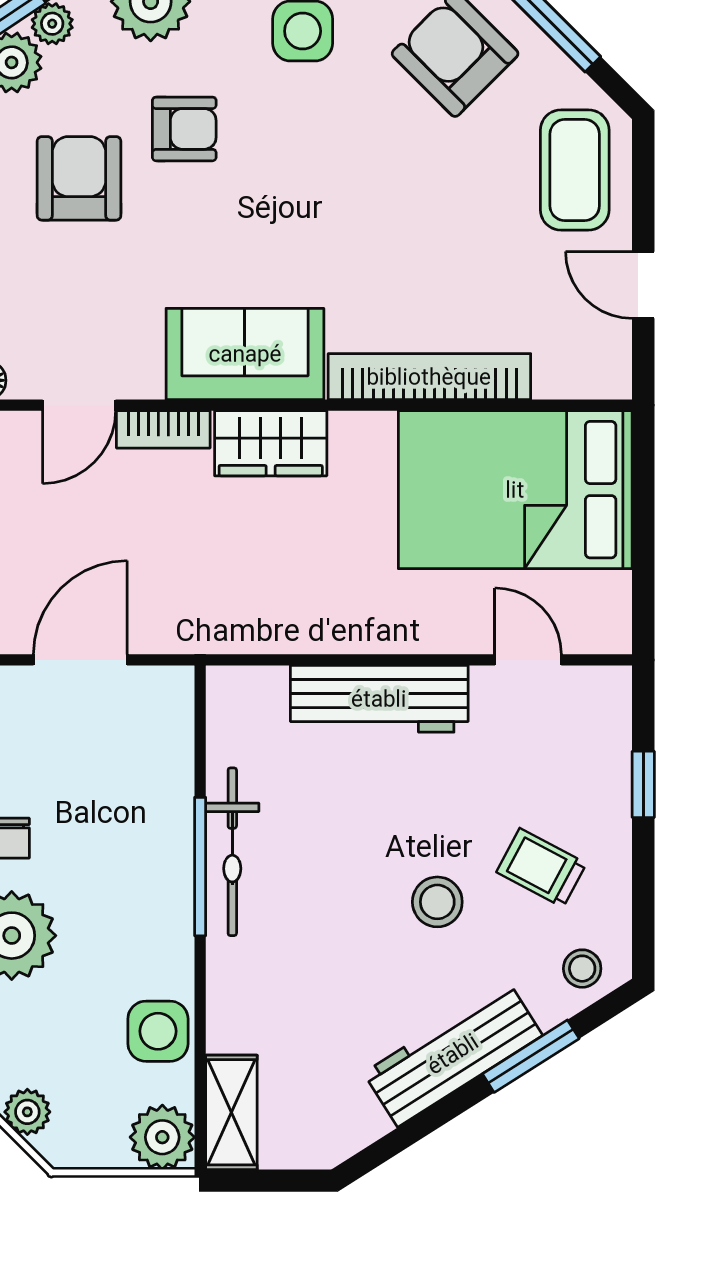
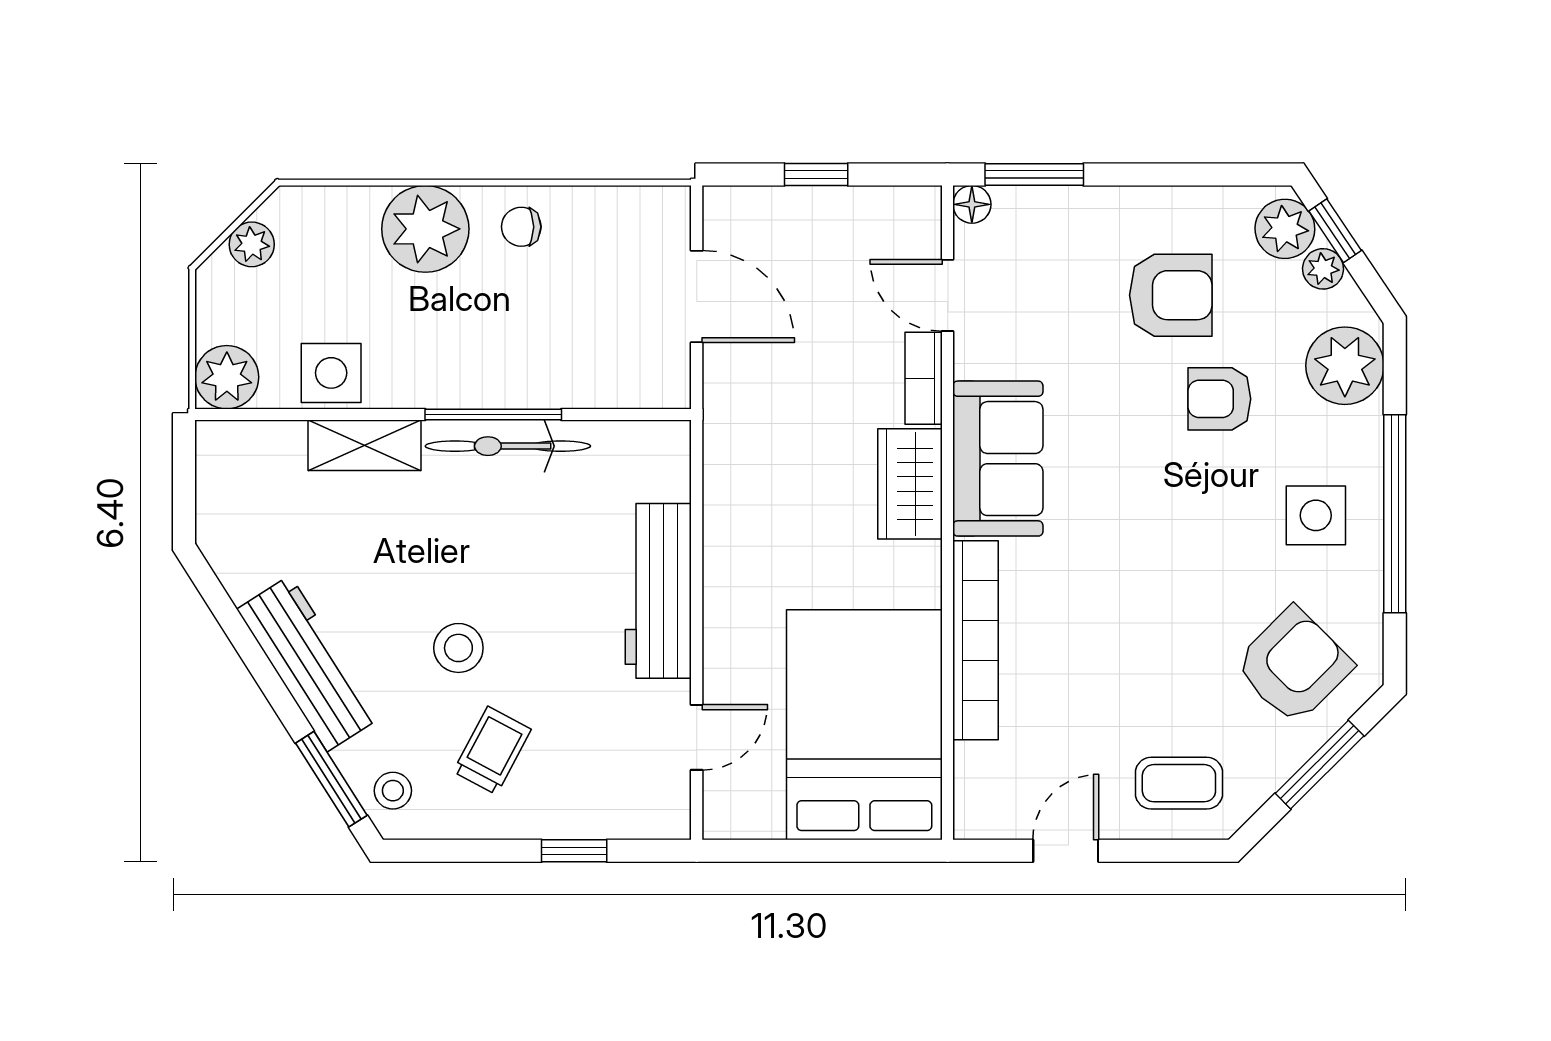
armchair: (184, 129) -> (1219, 399), turned 90
coffee table: (575, 170) -> (1179, 783), width x0.73, depth x0.77
window: (531, 1056) -> (331, 779), moved
shelving: (231, 1112) -> (364, 445), moved

